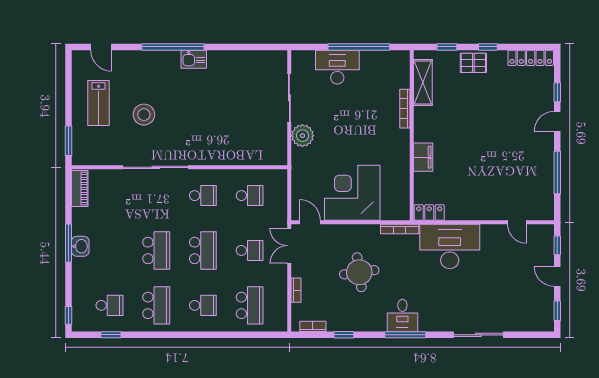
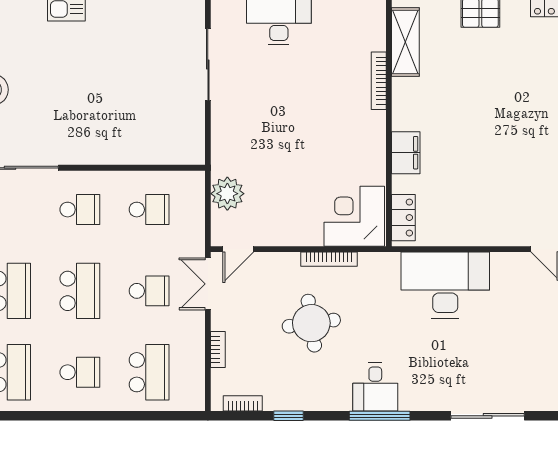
plant: (302, 136) -> (227, 194), moved
corner desk: (352, 193) -> (354, 216), moved, width x0.74, depth x0.74
locker: (429, 212) -> (403, 218), moved, turned 90
door: (310, 222) -> (238, 249), swing flipped
bookcase: (400, 229) -> (329, 259), moved

